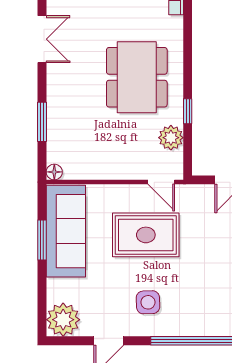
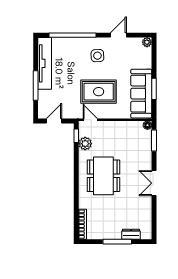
double door: (42, 39) -> (154, 183), moved
window: (188, 111) -> (76, 136), moved
window: (42, 122) -> (154, 140), moved
plant: (63, 320) -> (147, 42), width x0.53, depth x0.53

